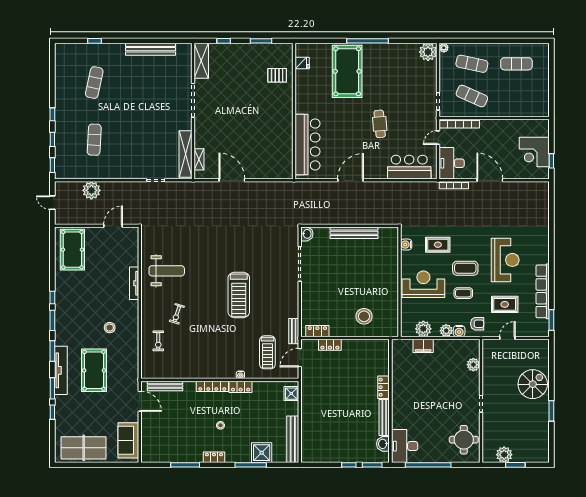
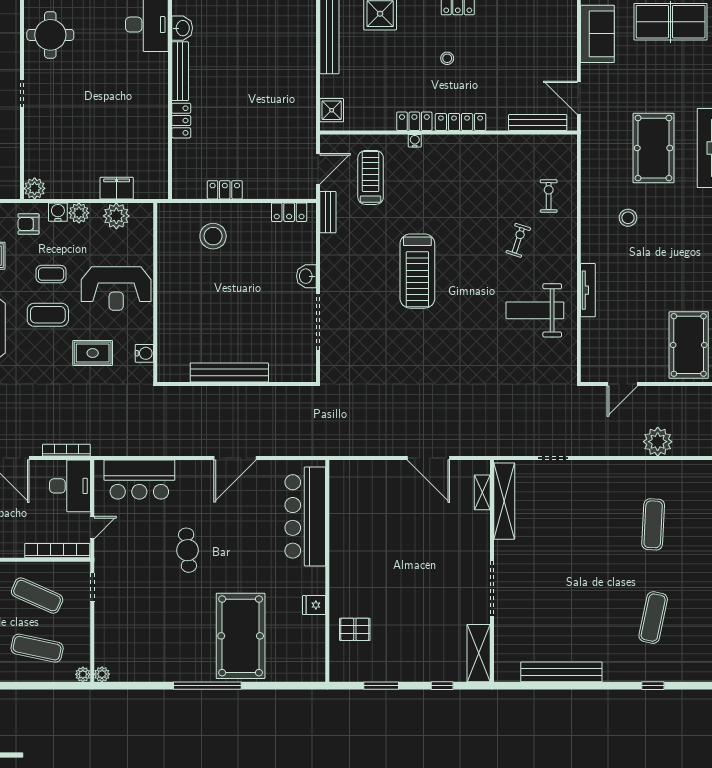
plant: (428, 52) -> (102, 674), width x0.53, depth x0.53
fridge: (302, 63) -> (314, 605), moved
washbasin: (307, 234) -> (306, 276), moved
treadmill: (239, 295) -> (417, 271), turned 180
locker: (330, 345) -> (225, 190), moved
plant: (473, 365) -> (35, 188), moved

